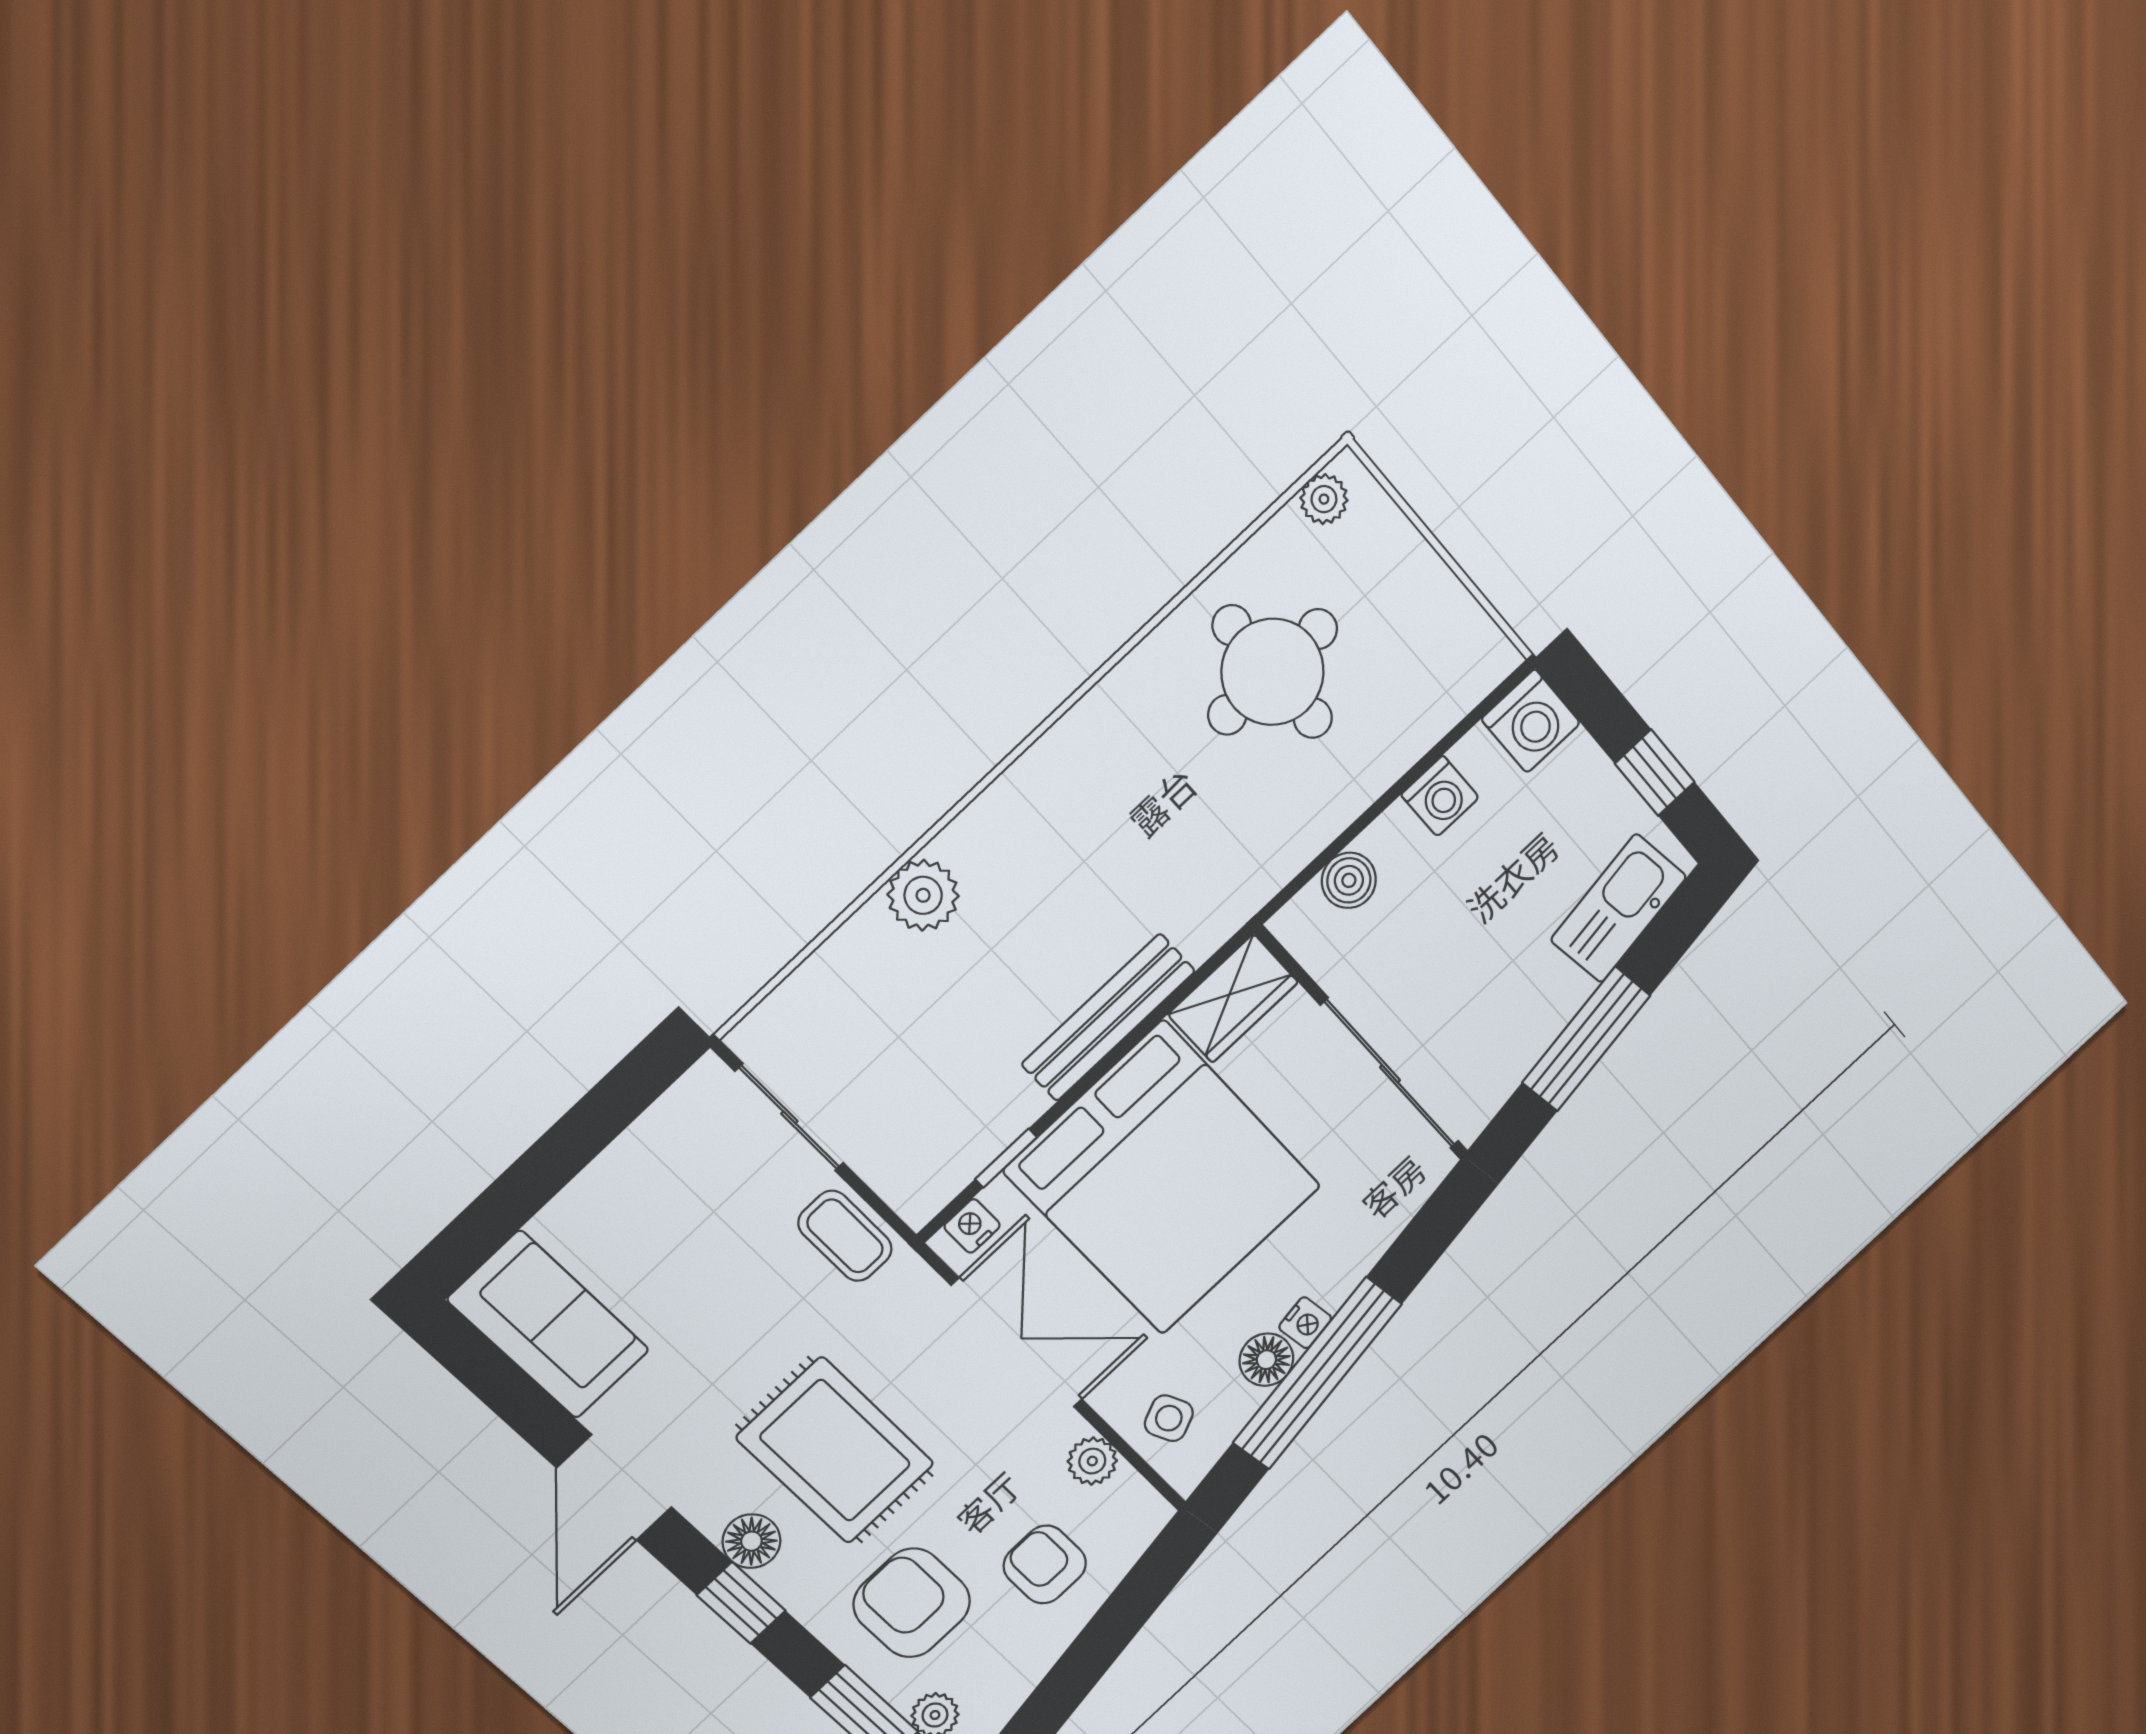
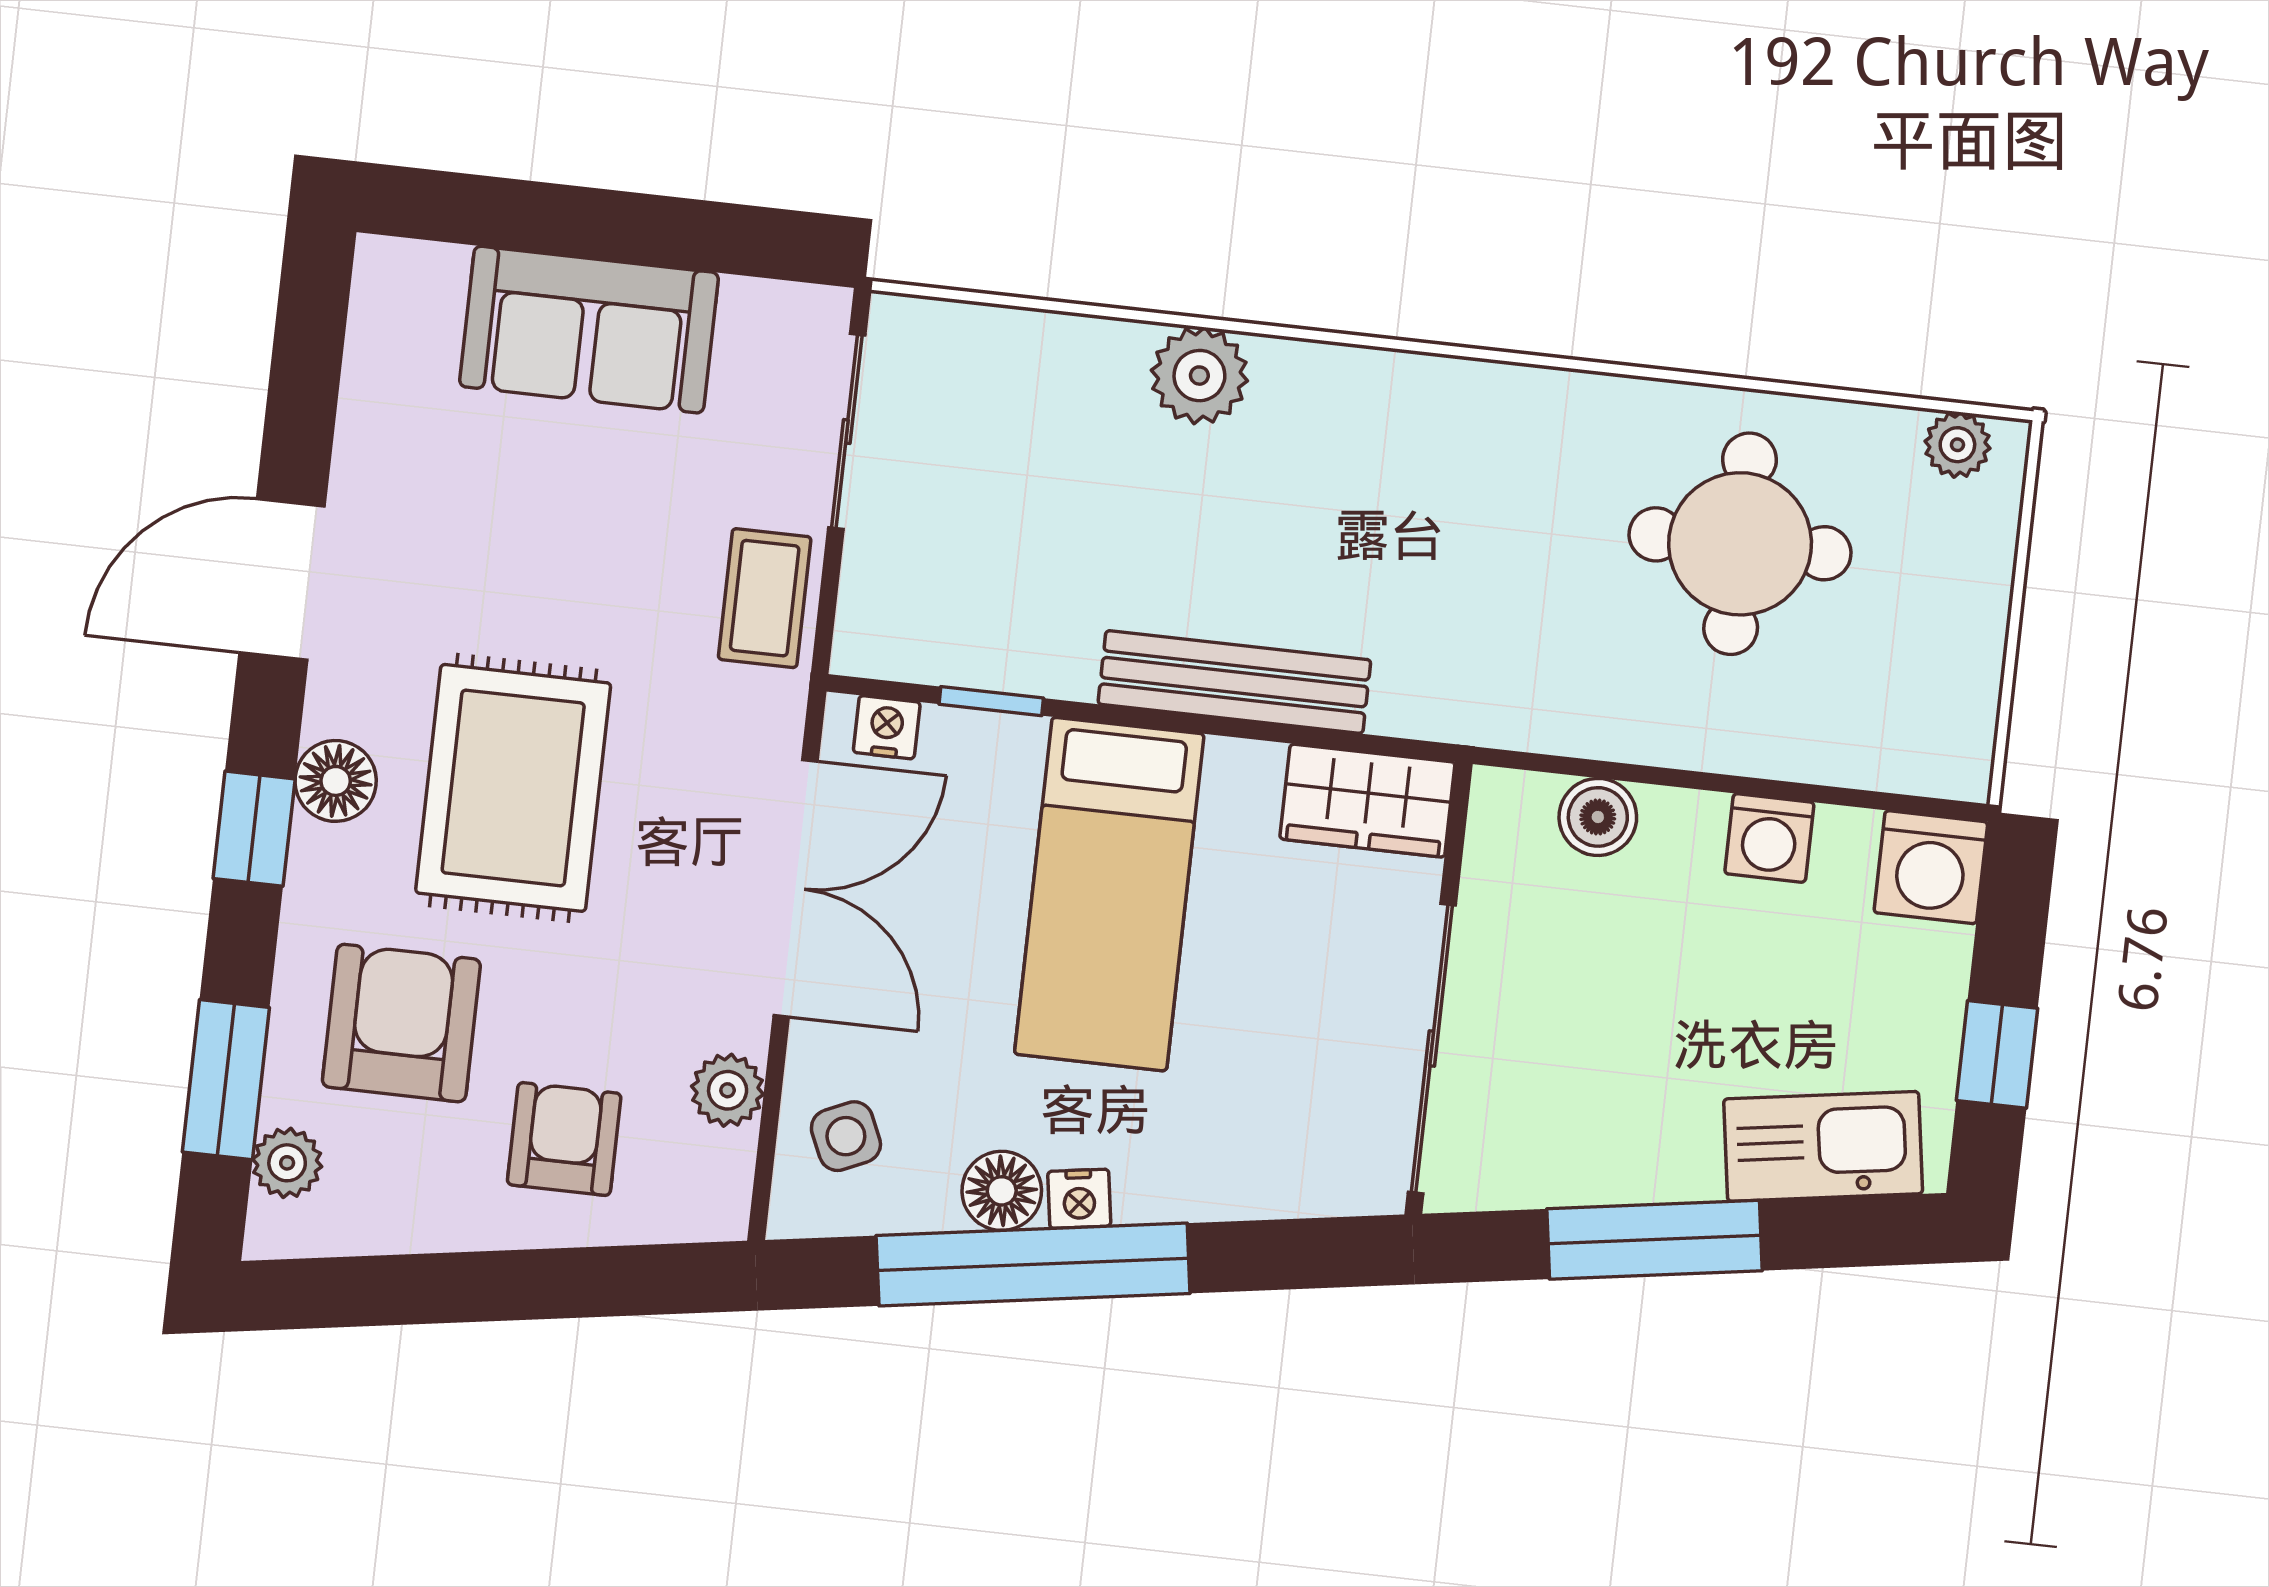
bed: (1163, 1179) -> (1109, 894), width x0.49
sofa: (548, 1325) -> (589, 330), moved, turned 90

